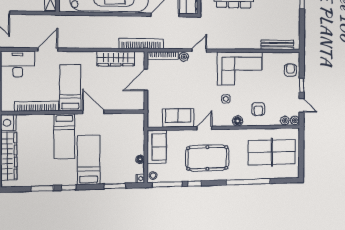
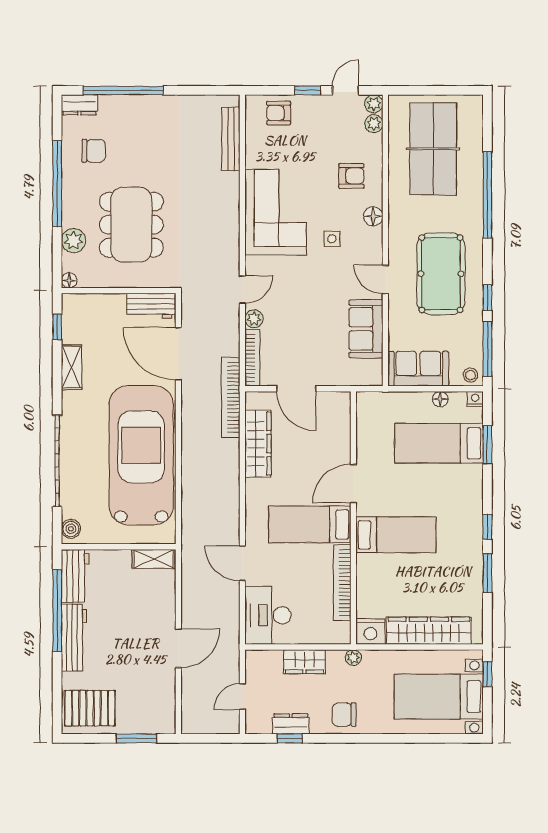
door: (199, 50) -> (242, 289), swing flipped
bed: (89, 160) -> (439, 443), moved

